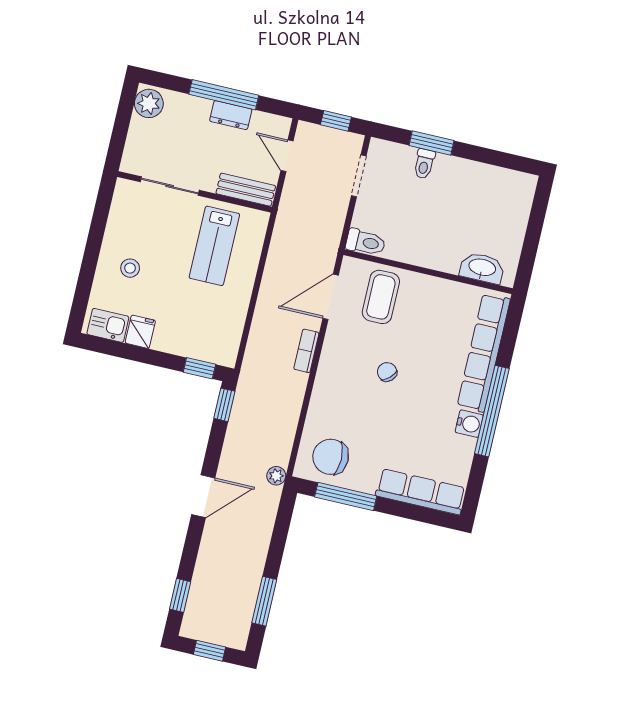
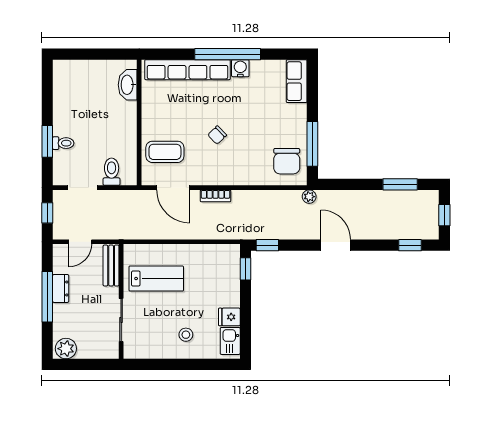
toilet: (366, 242) -> (112, 172), moved
row of seats: (421, 492) -> (297, 81), width x0.68

